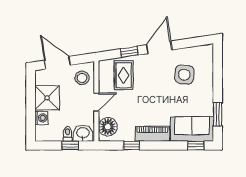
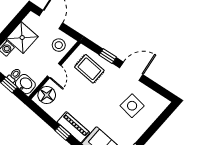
rug: (124, 75) -> (89, 69), turned 90
door: (96, 102) -> (54, 71), hinge flipped
window: (132, 145) -> (63, 133), moved

